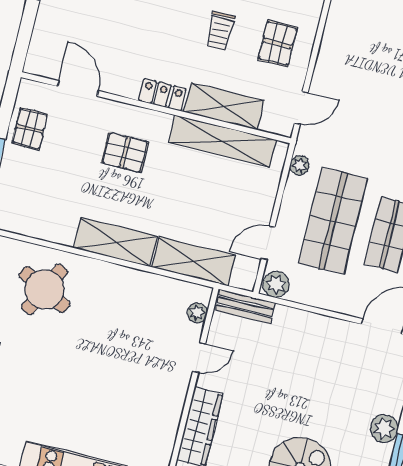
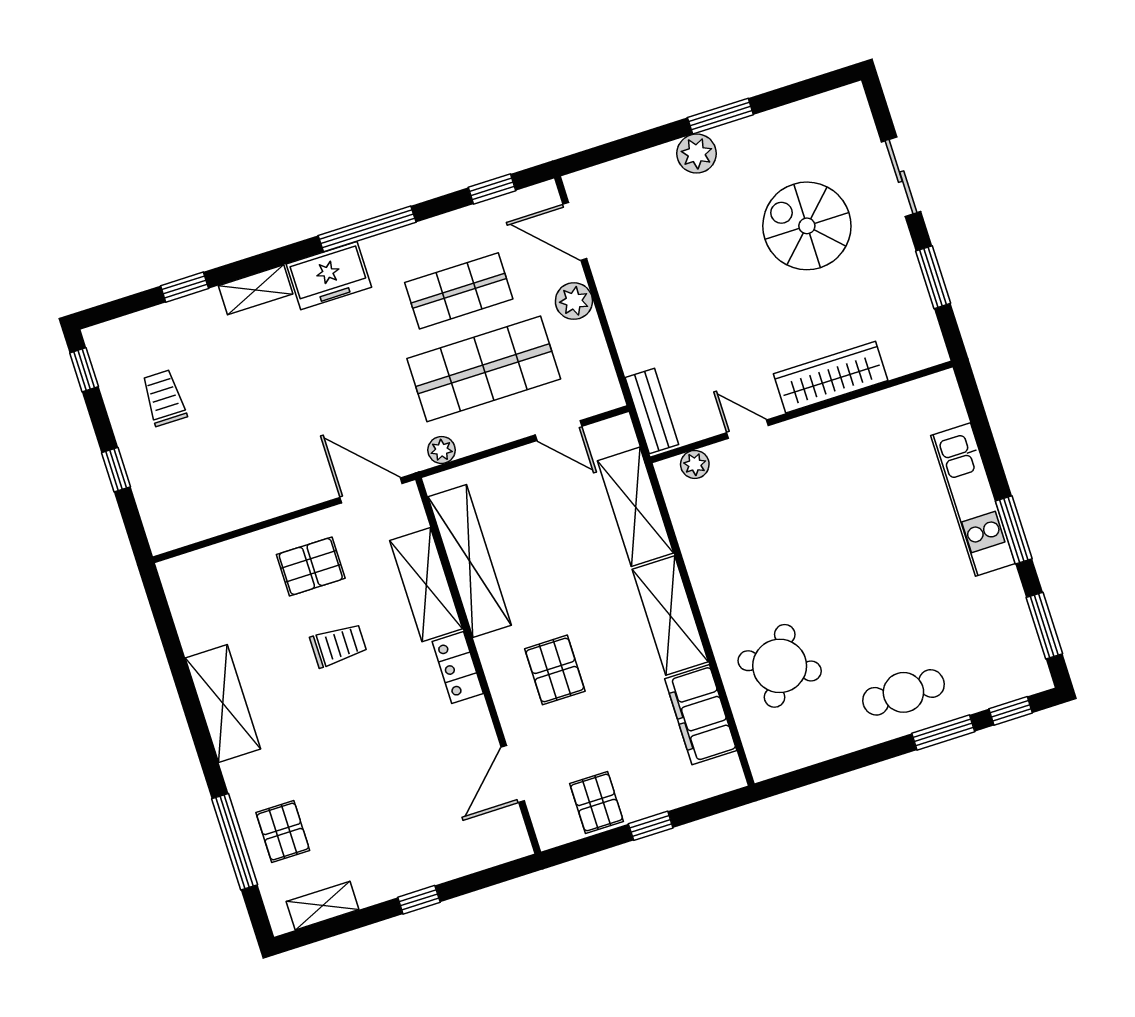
door: (301, 108) -> (371, 490), width x1.38
pallet: (30, 129) -> (597, 802), turned 90
filing cabinet: (44, 224) -> (701, 715), added
plant: (276, 284) -> (574, 301), moved

